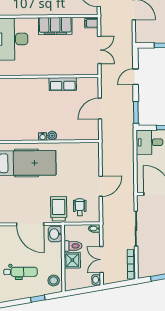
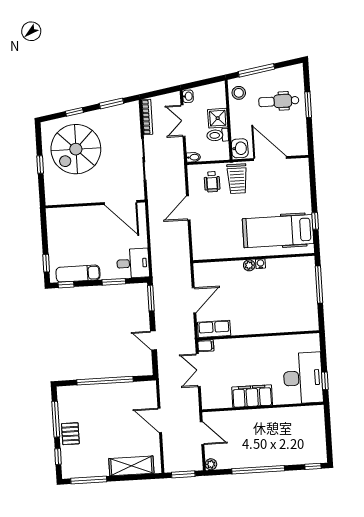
filing cabinet: (91, 23) -> (206, 346), moved
door: (136, 77) -> (153, 340), swing flipped
row of seats: (63, 84) -> (214, 329), moved
double door: (101, 260) -> (183, 121), swing flipped
window: (38, 299) -> (256, 70), width x2.17

